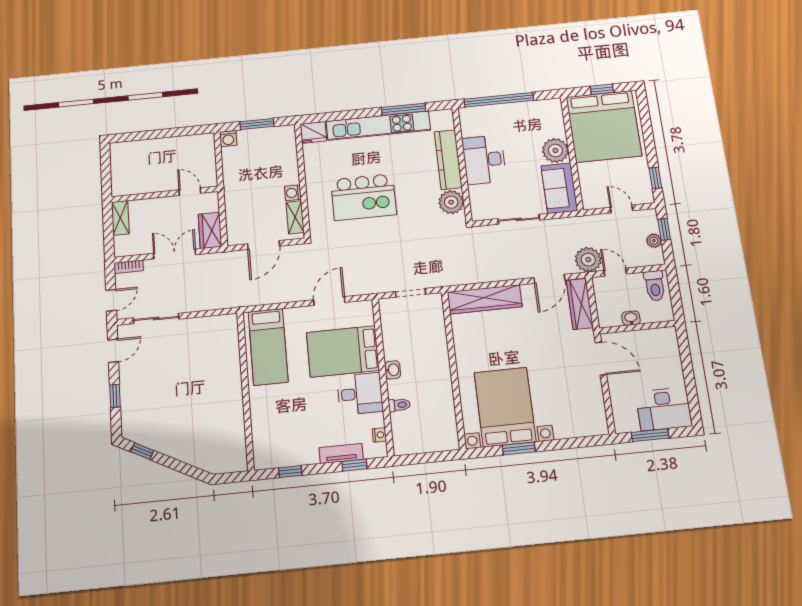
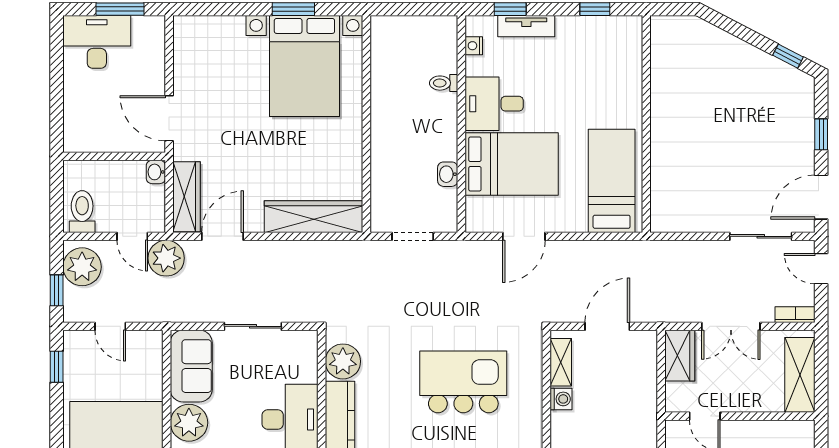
shelving: (120, 218) -> (800, 375), width x1.50, depth x1.33
plant: (654, 241) -> (82, 267), width x1.87, depth x1.87
door: (111, 300) -> (821, 269), hinge flipped
washbasin: (631, 318) -> (156, 172), moved, turned 90
door: (113, 351) -> (821, 197), width x1.38
washbasin: (393, 370) -> (448, 174), moved

